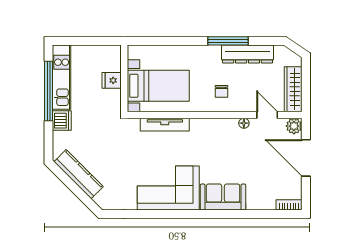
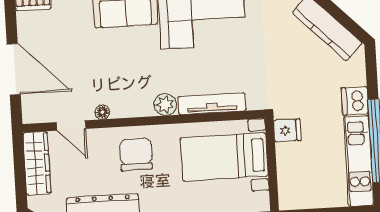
fridge: (112, 80) -> (287, 130), moved
chair: (222, 91) -> (136, 154), width x1.87, depth x1.87
plant: (294, 126) -> (165, 104), moved

